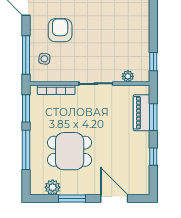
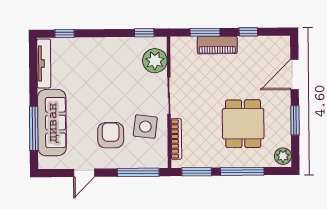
armchair: (60, 30) -> (111, 135), turned 90
side table: (44, 59) -> (145, 127), moved, width x1.87, depth x1.87
plant: (128, 76) -> (155, 61), width x1.88, depth x1.88
piano: (142, 113) -> (217, 45), moved
plant: (53, 187) -> (283, 156), moved

